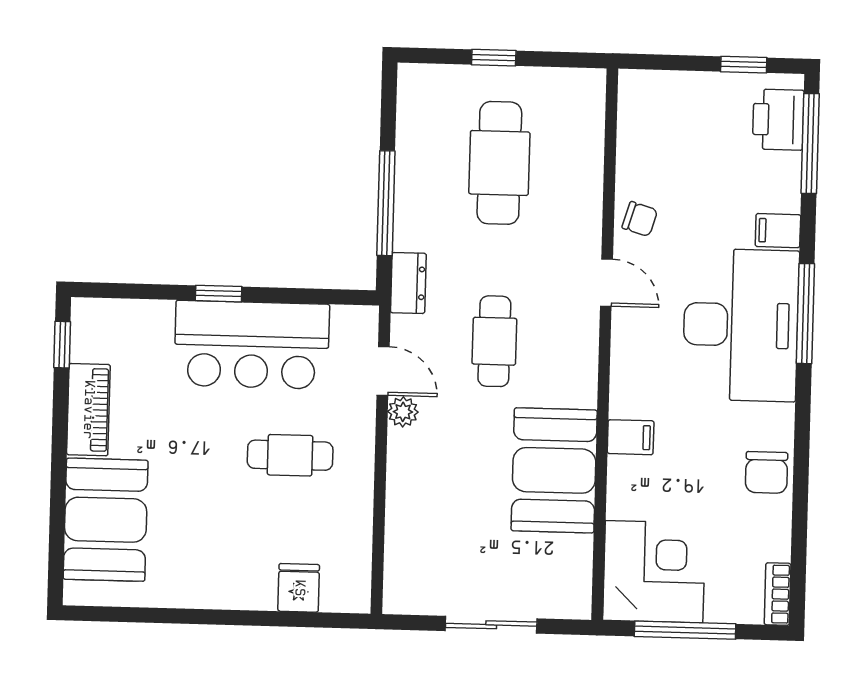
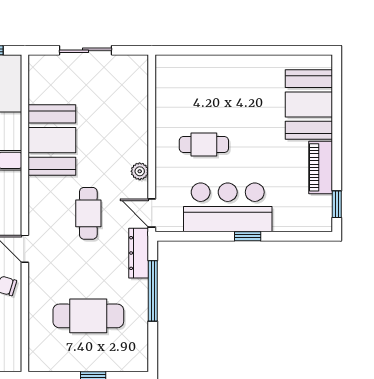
cafe table: (499, 163) -> (88, 316), turned 90
dresser: (408, 283) -> (139, 253), width x1.44
door: (383, 371) -> (152, 213), moved
fridge: (299, 588) -> (197, 68), removed

